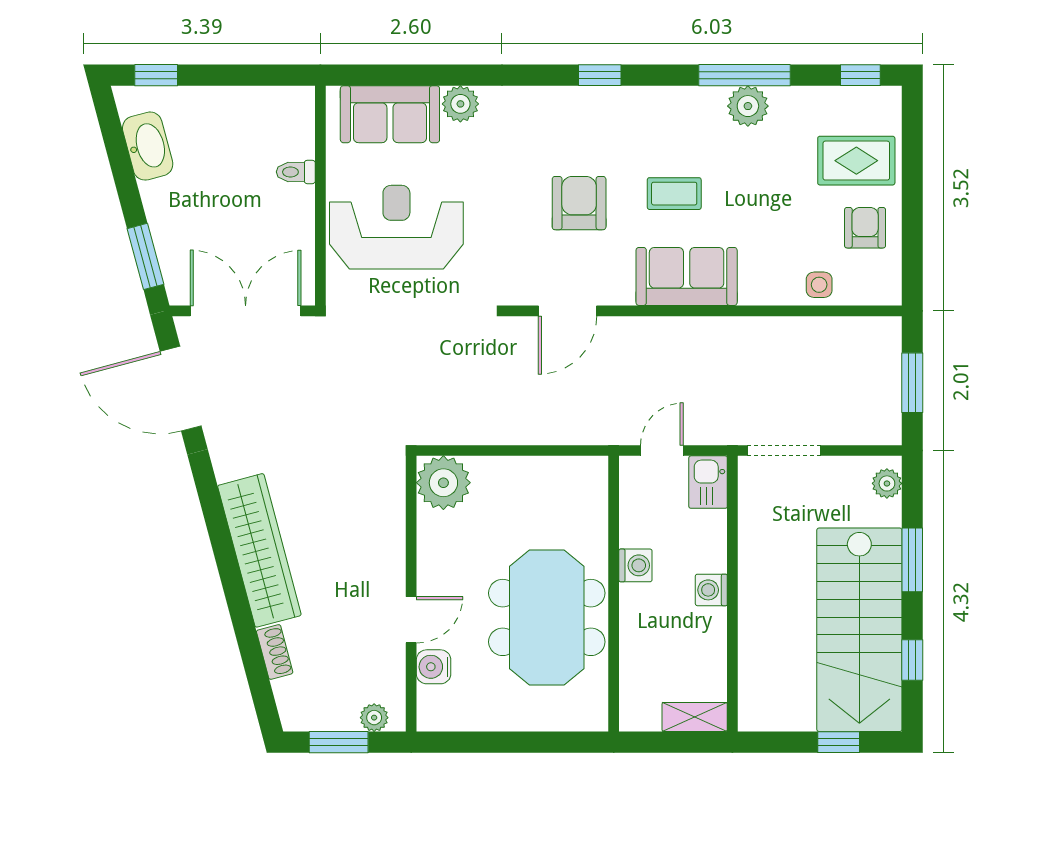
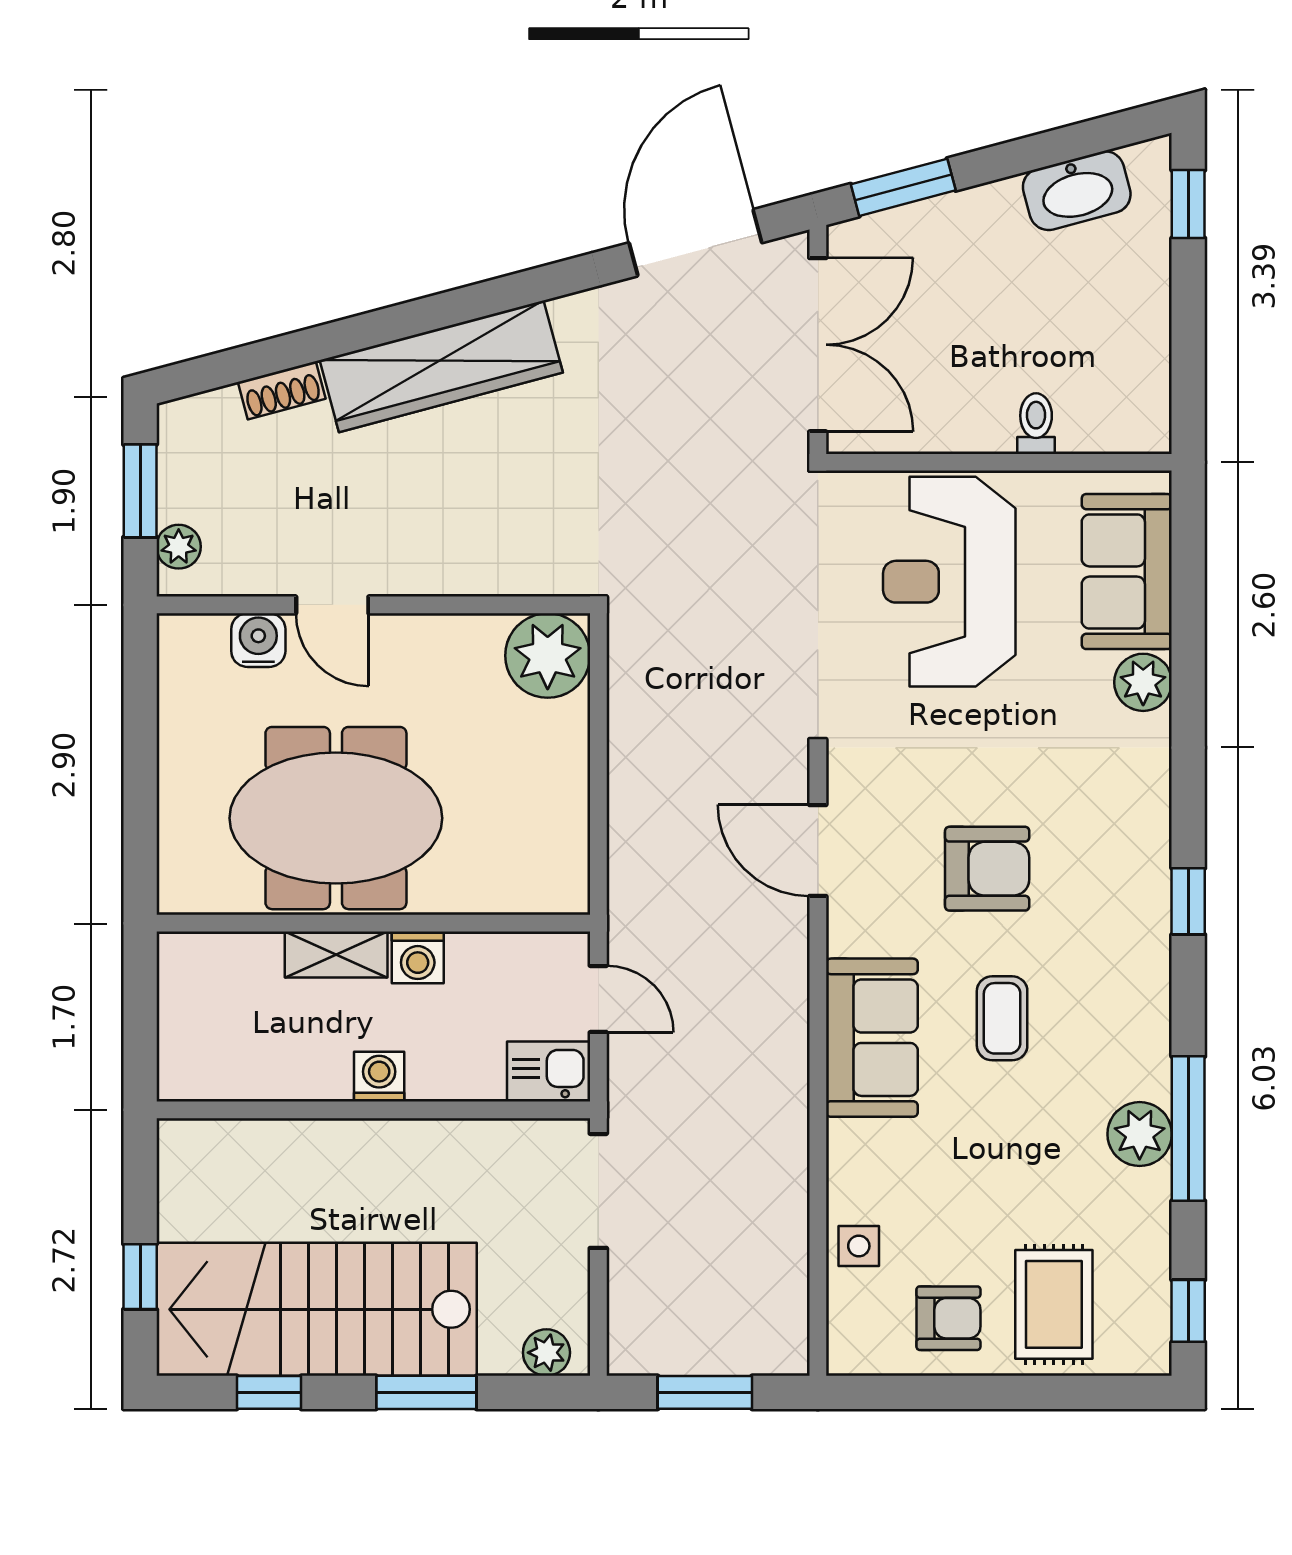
reception desk: (396, 227) -> (949, 582), turned 180
shelving: (695, 717) -> (336, 954), moved, turned 90

